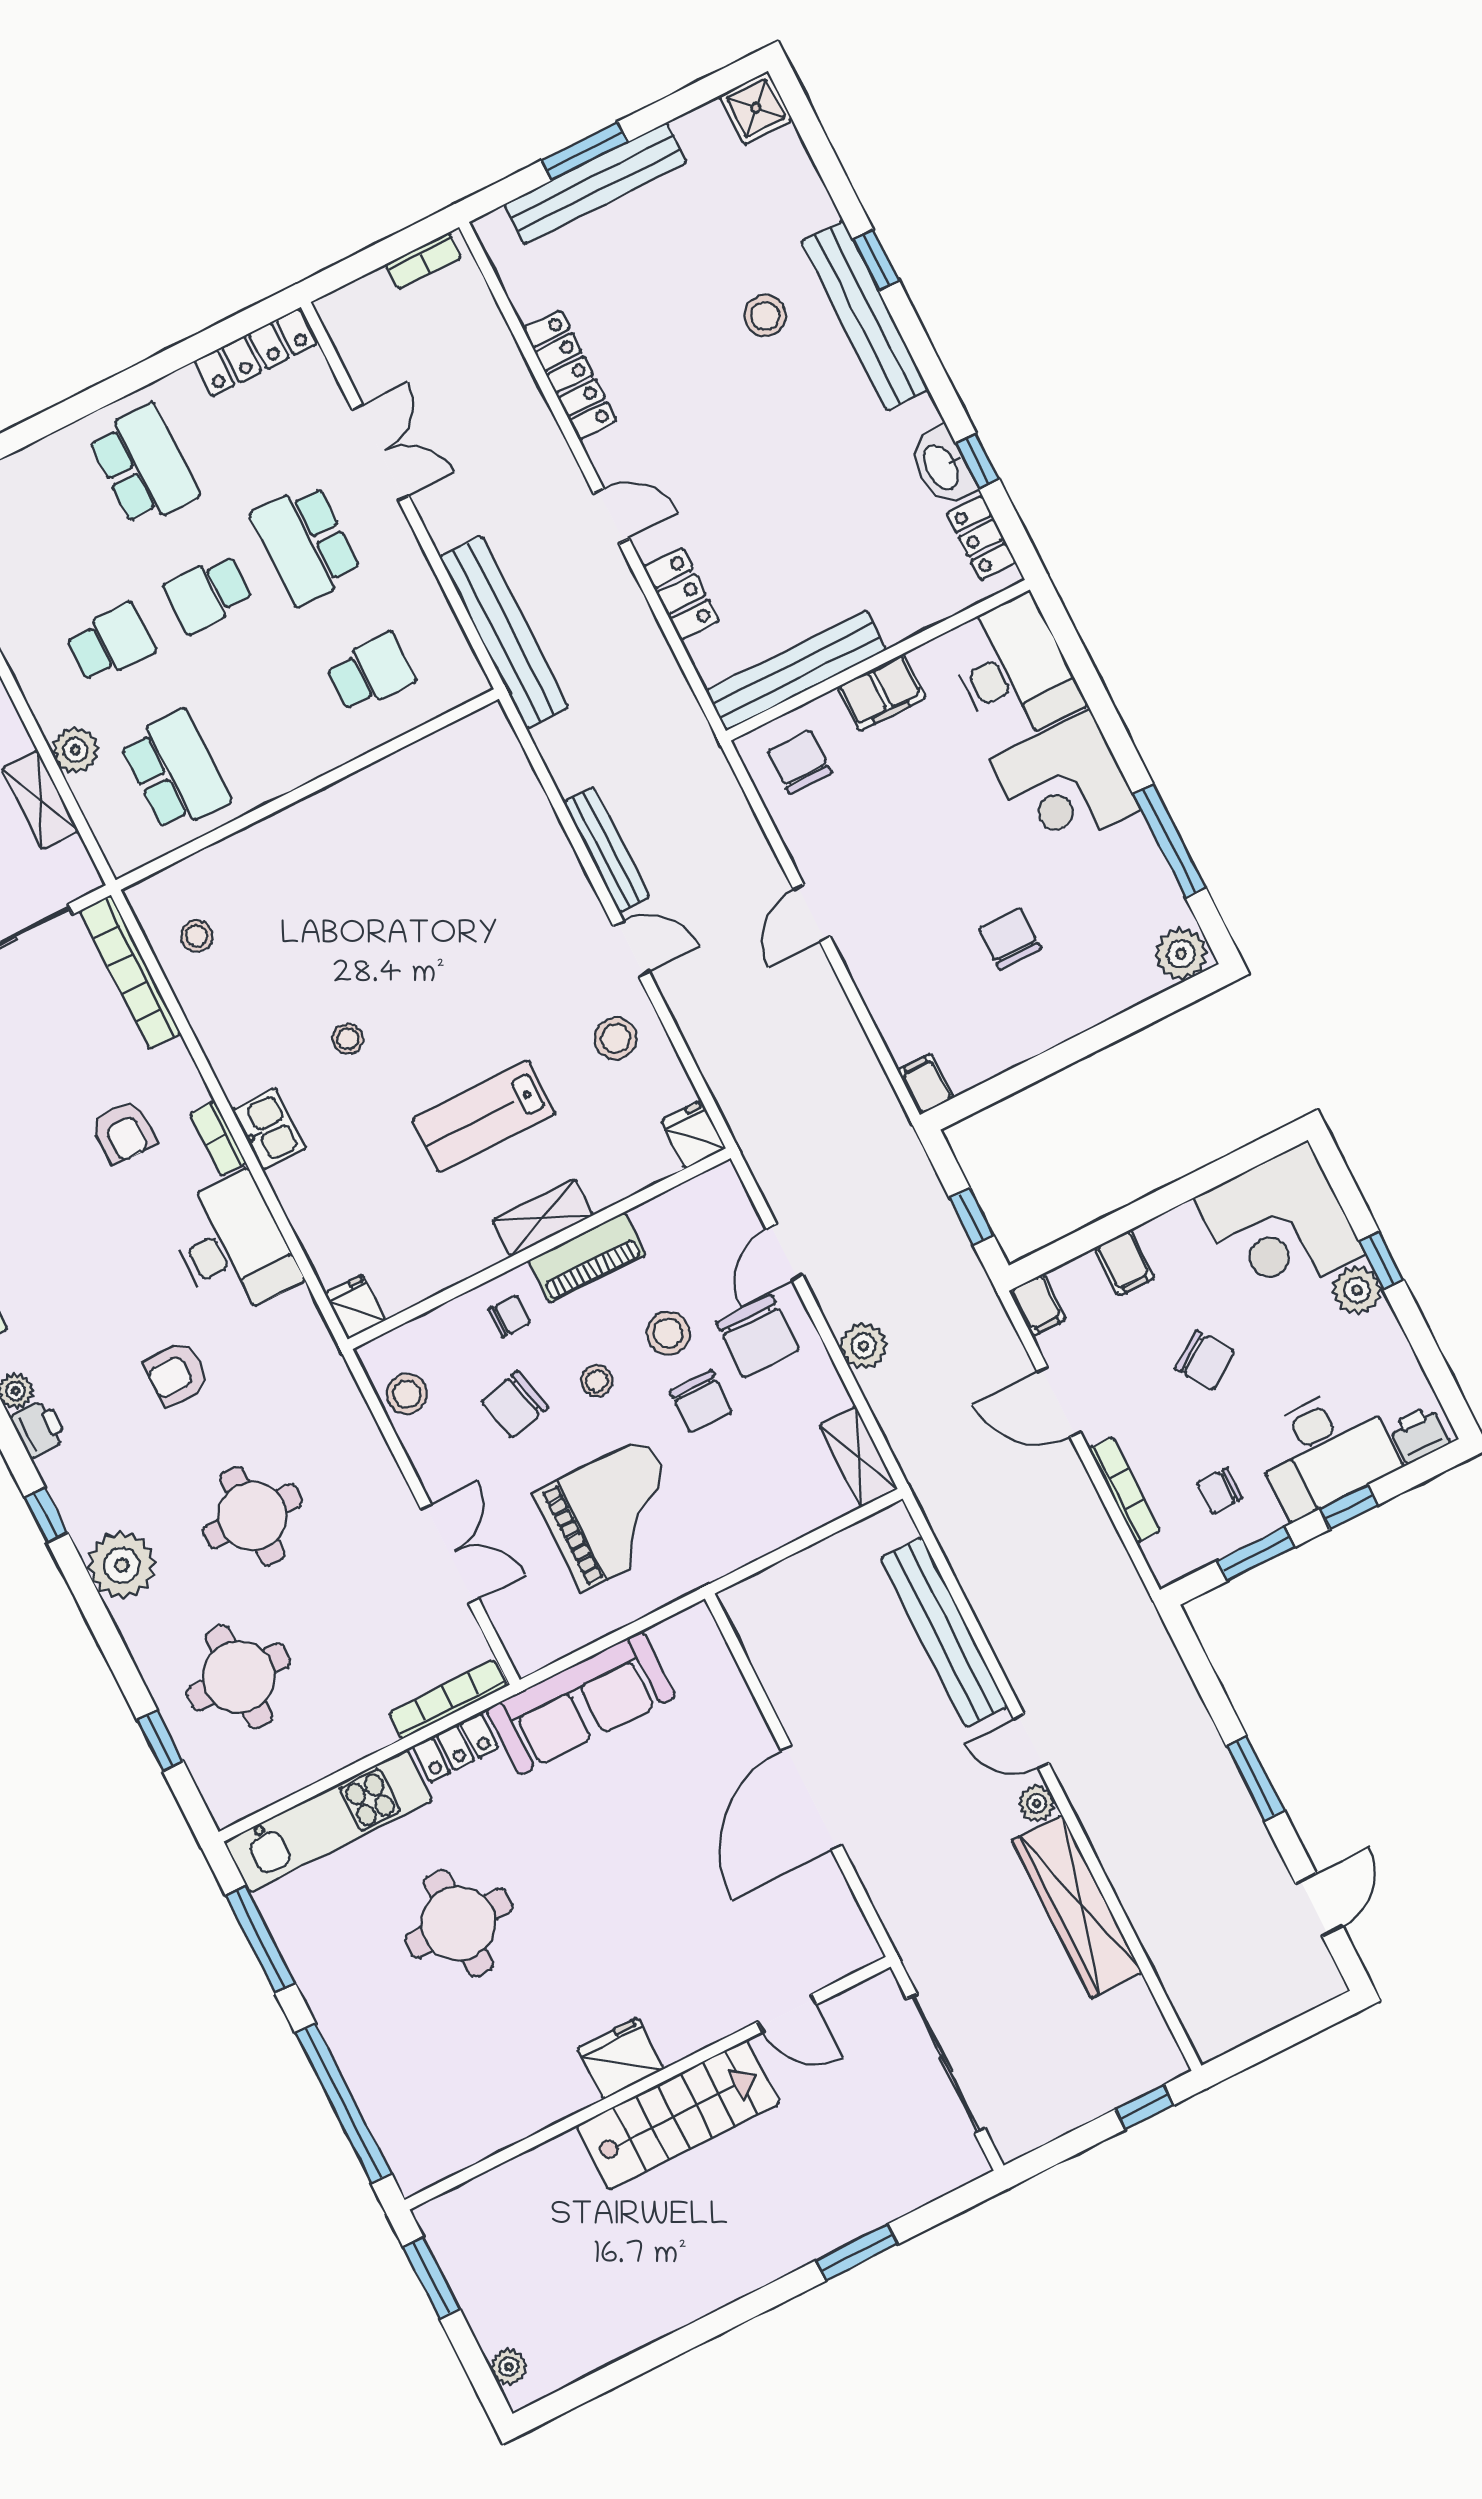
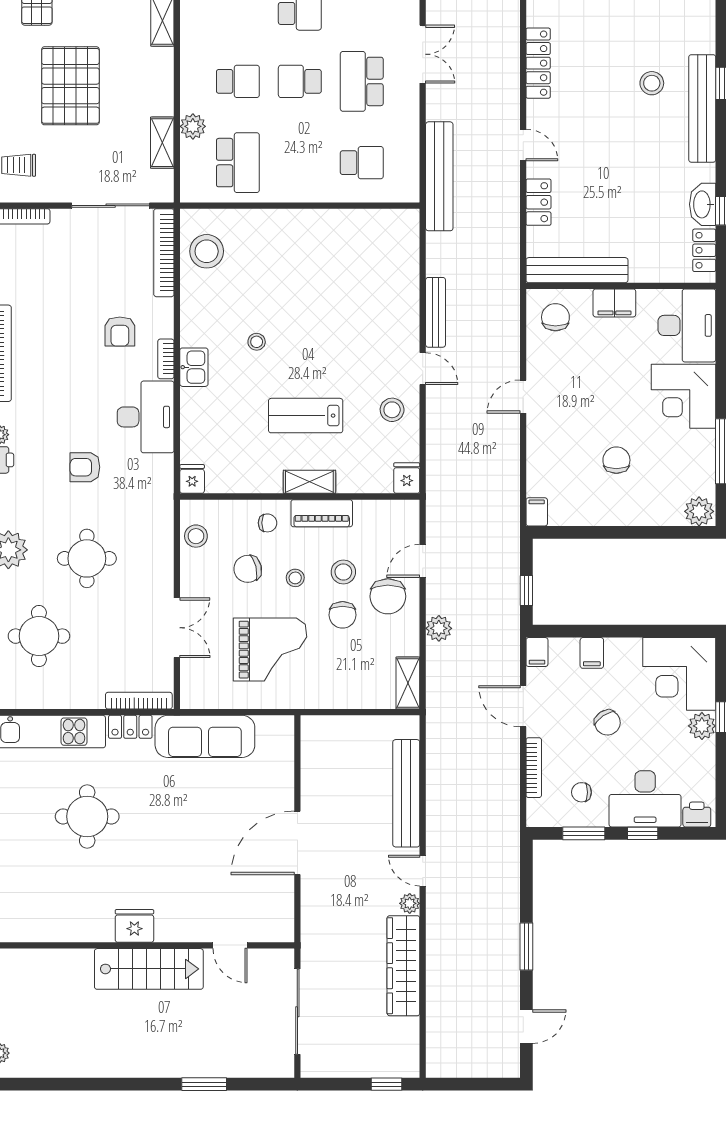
stool: (197, 936) -> (207, 251), width x1.89, depth x1.89

